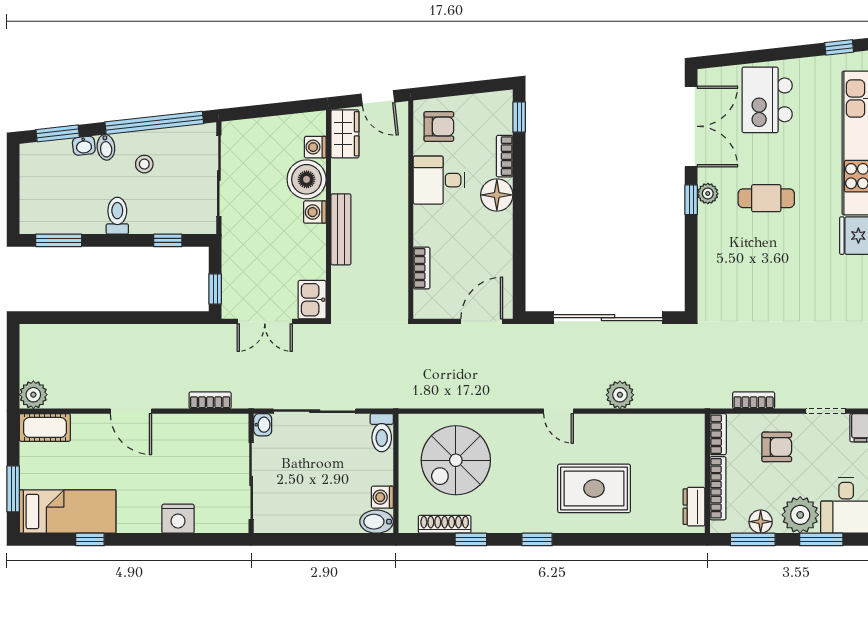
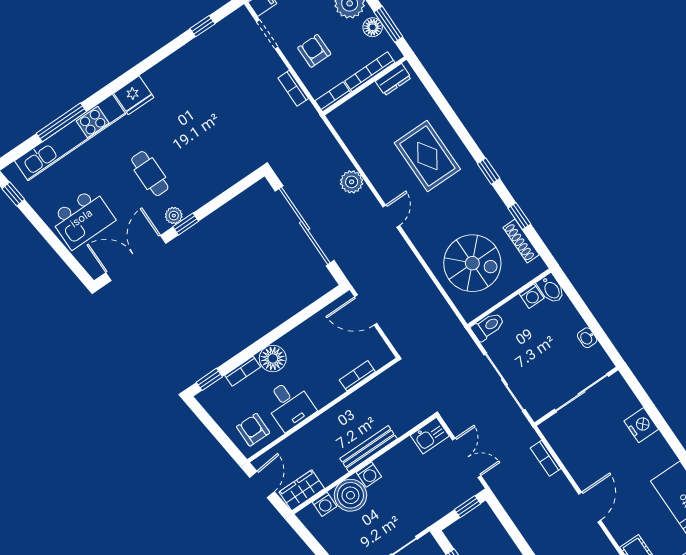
washbasin: (263, 425) -> (587, 338), moved, turned -90

